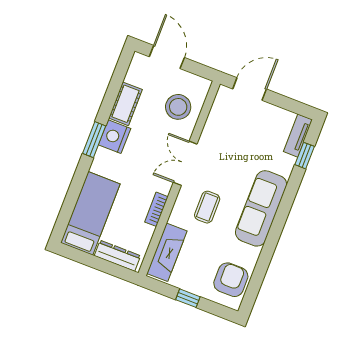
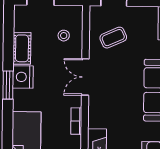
stool: (178, 107) -> (64, 36), width x0.53, depth x0.53
coffee table: (207, 207) -> (113, 38), moved, turned 66

